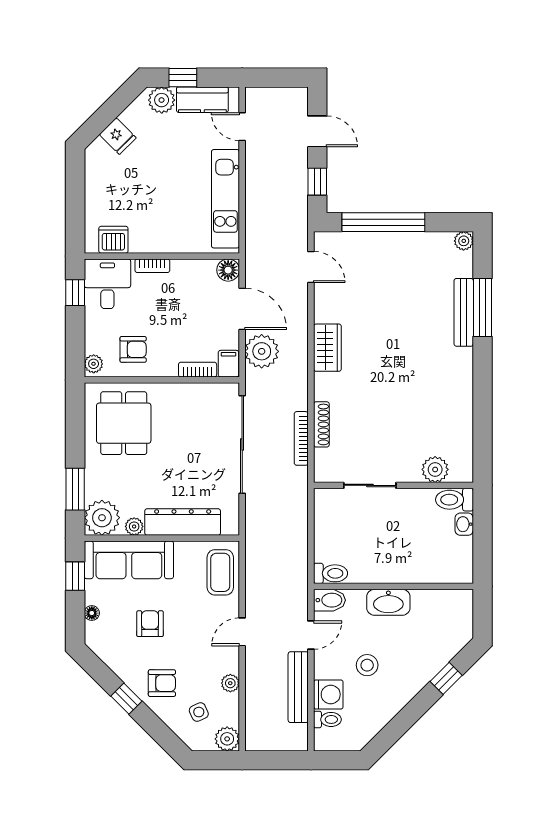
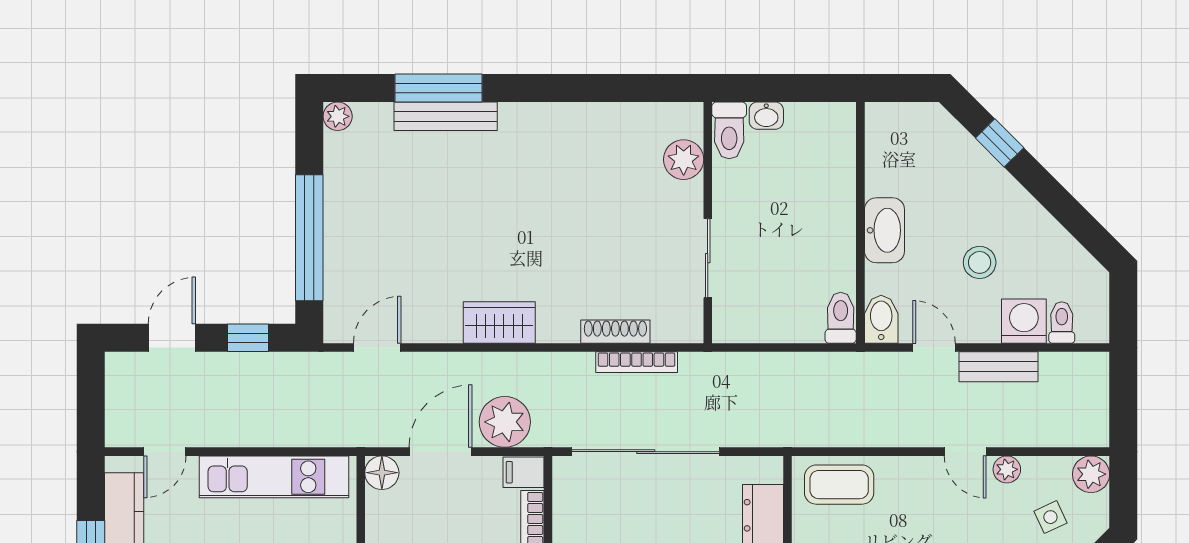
door: (242, 632) -> (965, 452), moved
bench: (298, 687) -> (998, 367), width x0.73

